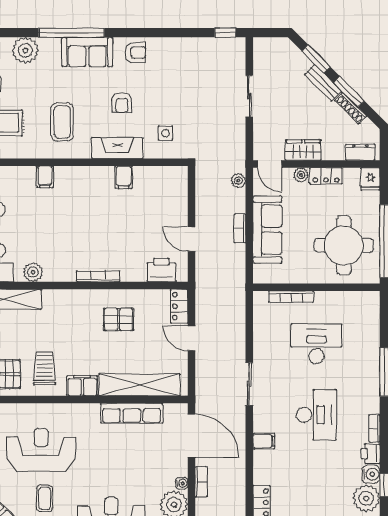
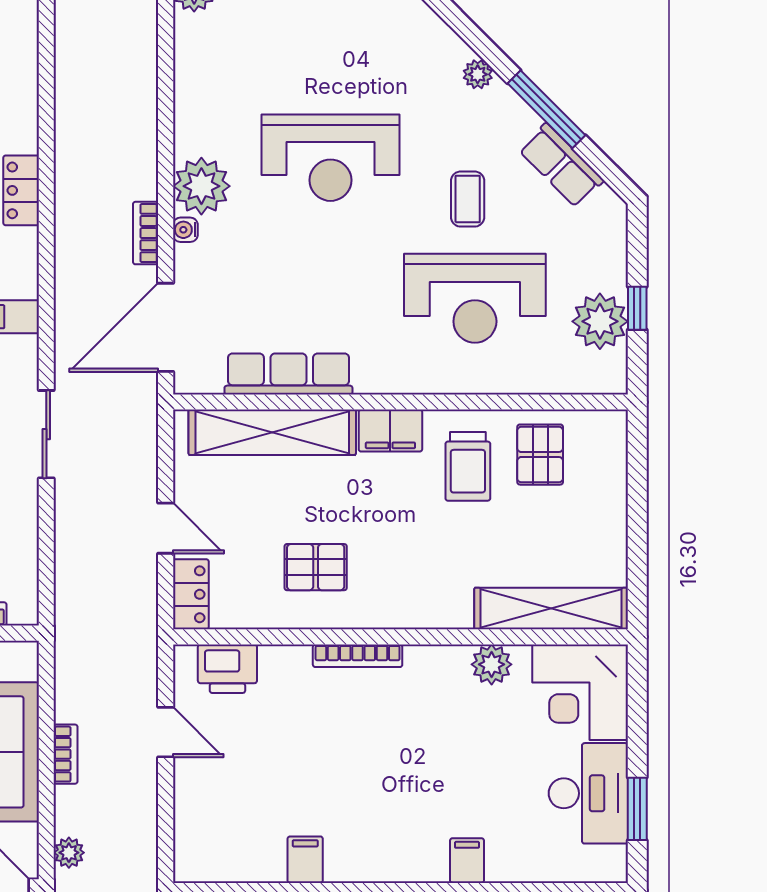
door: (191, 436) -> (166, 327), hinge flipped

